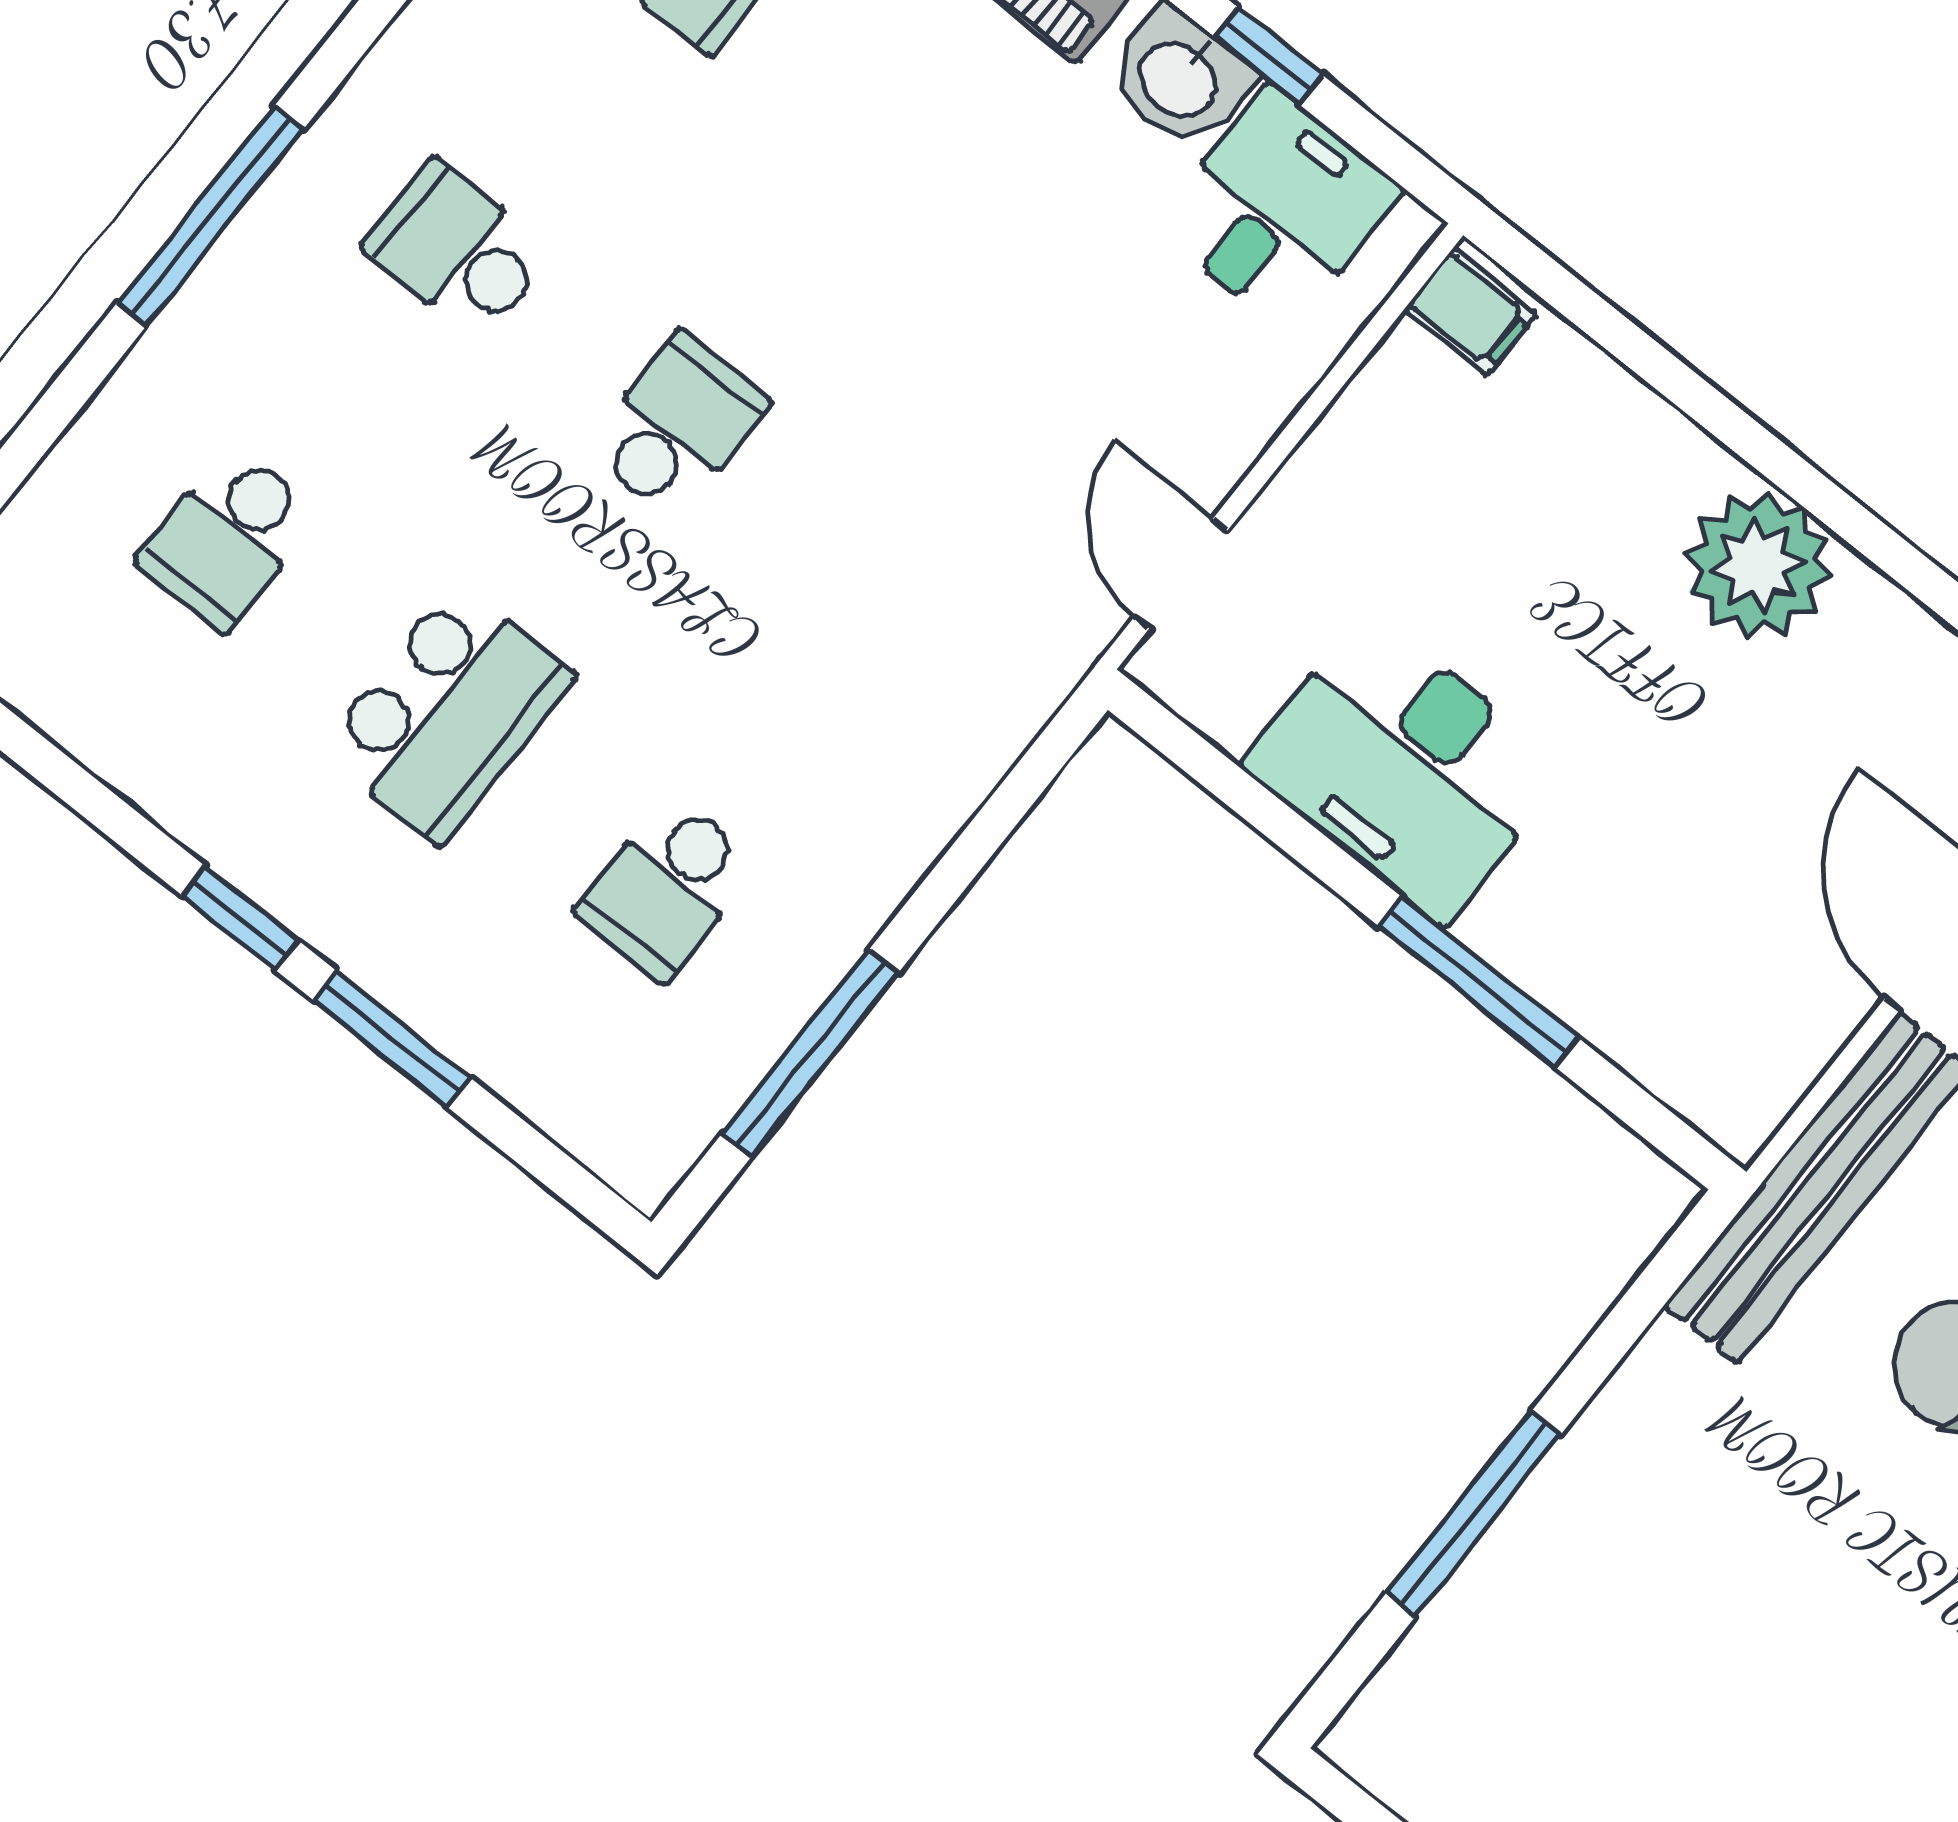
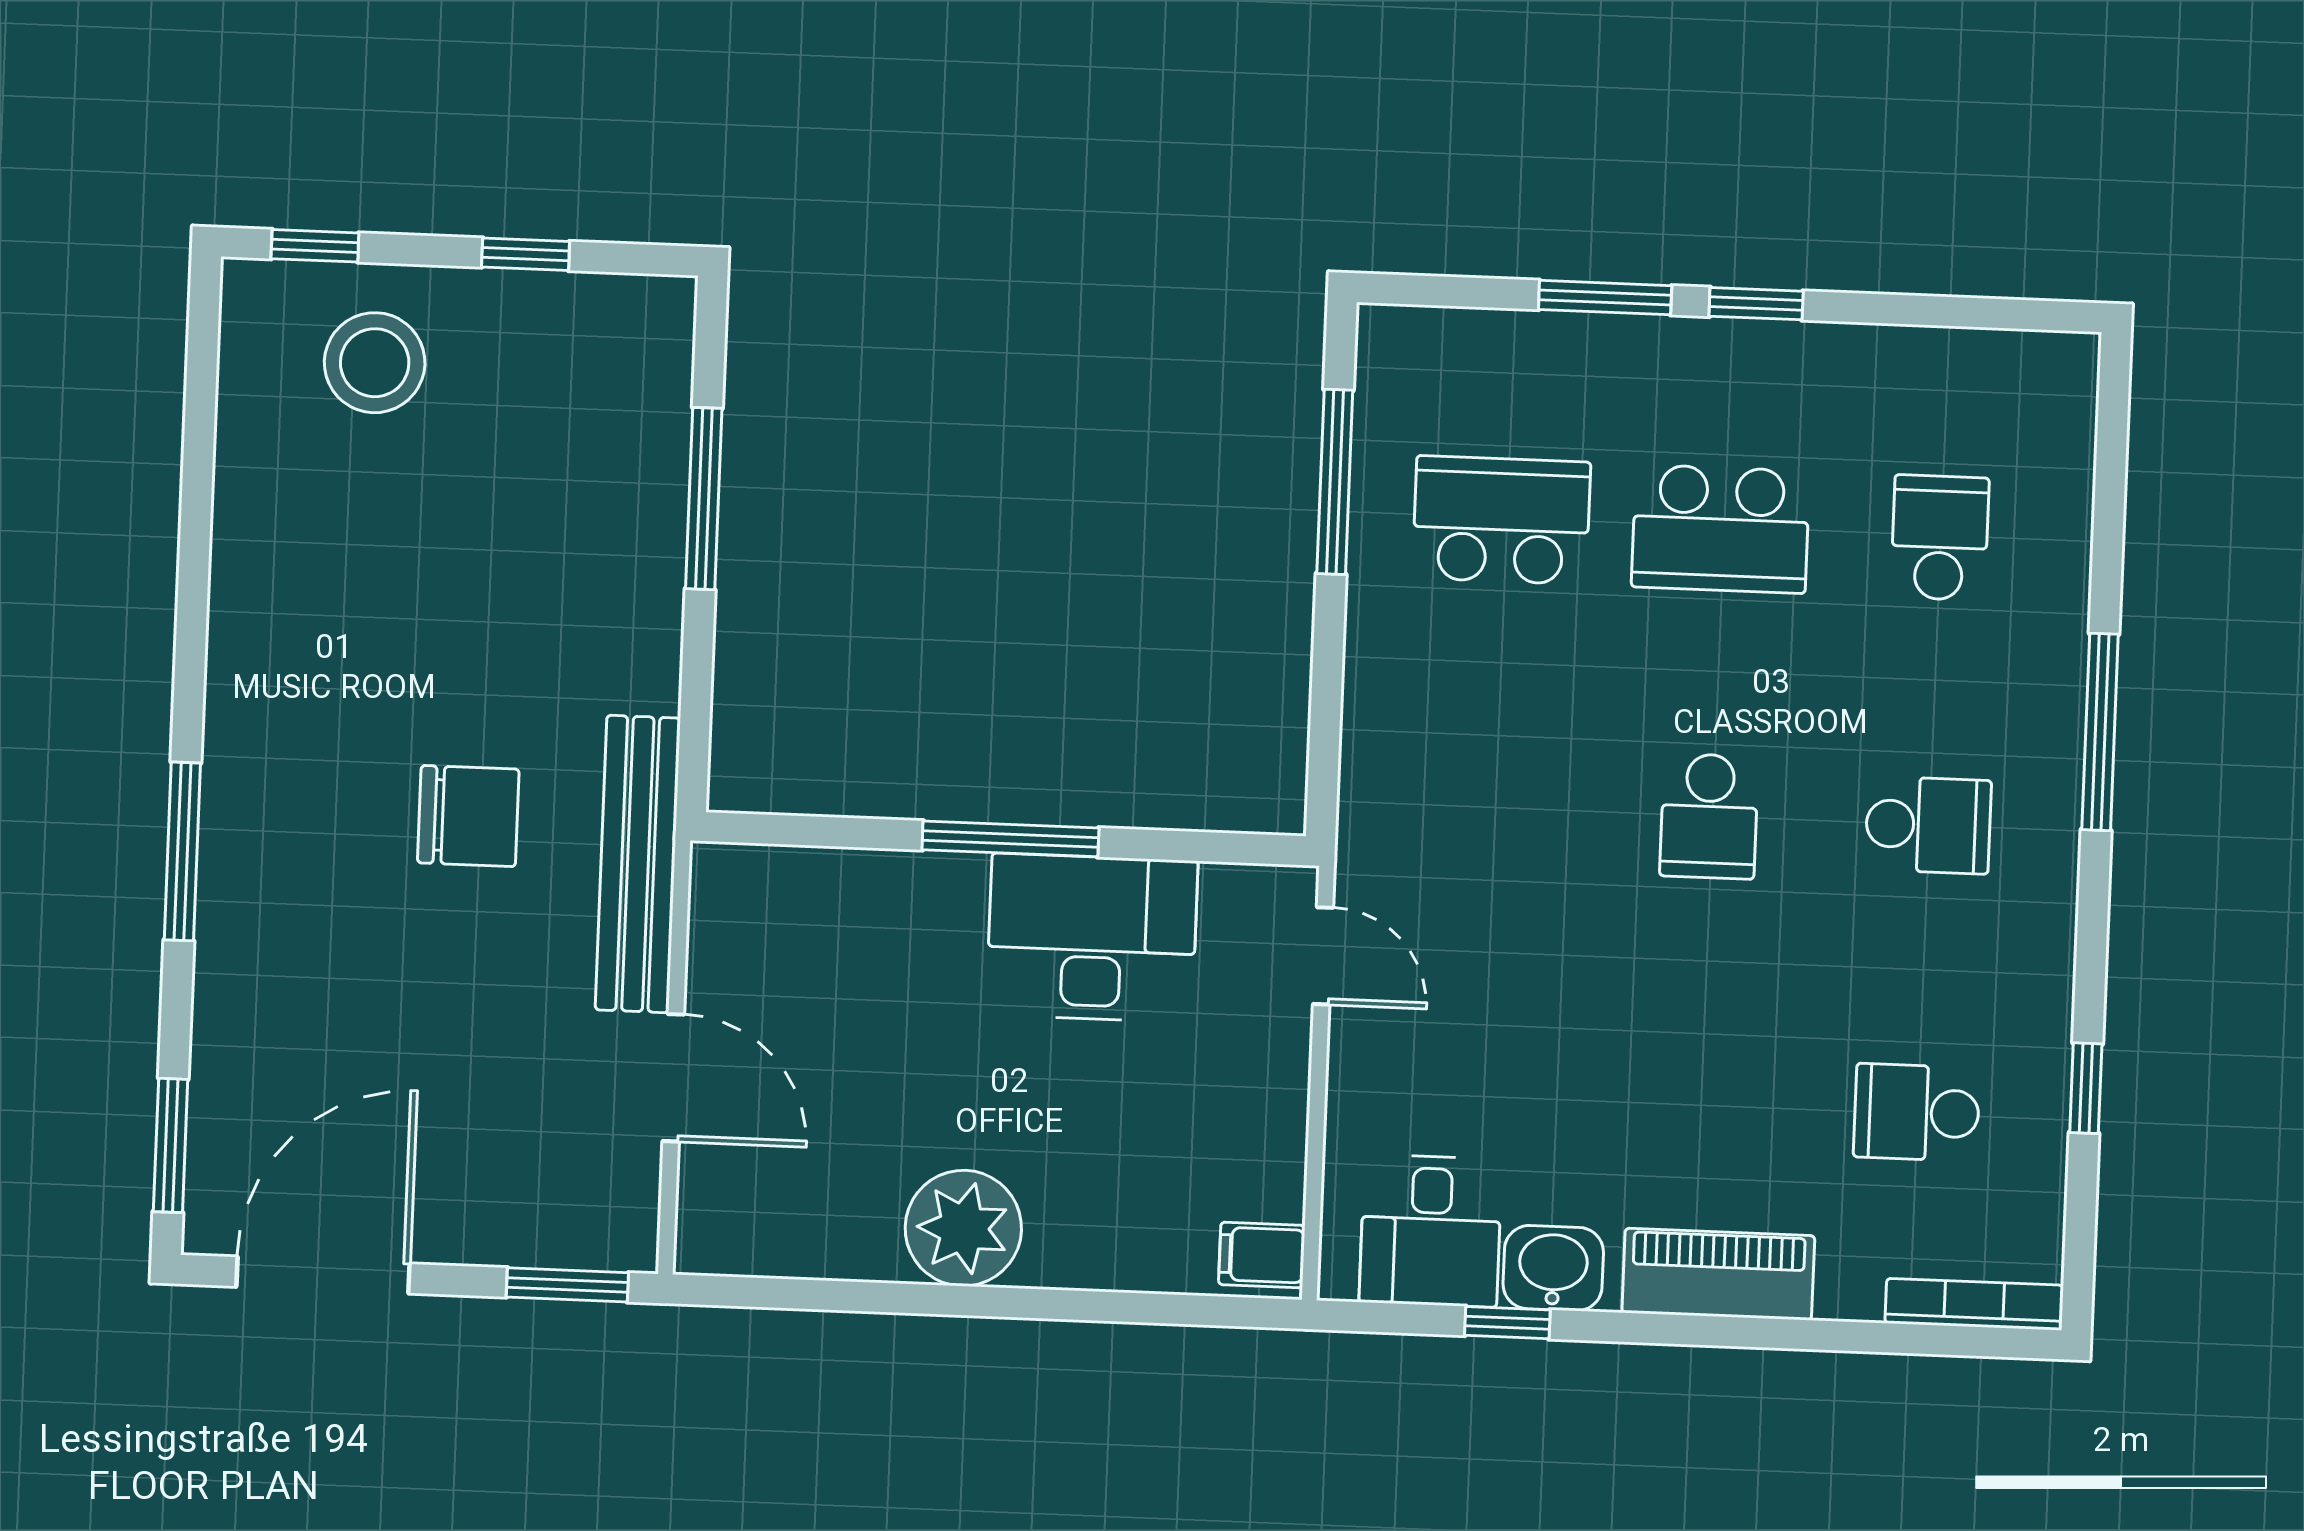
school desk: (448, 713) -> (1721, 529), turned -90
school desk: (667, 888) -> (1501, 520), width x1.85
window: (1478, 982) -> (1010, 839), moved

